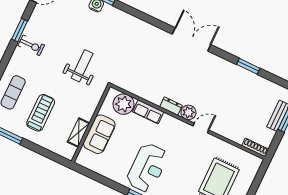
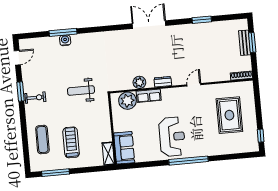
weight bench: (82, 66) -> (81, 91), turned -90
plant: (188, 112) -> (139, 82), moved
shelving: (79, 132) -> (108, 154), moved
sofa: (99, 134) -> (124, 148), moved

